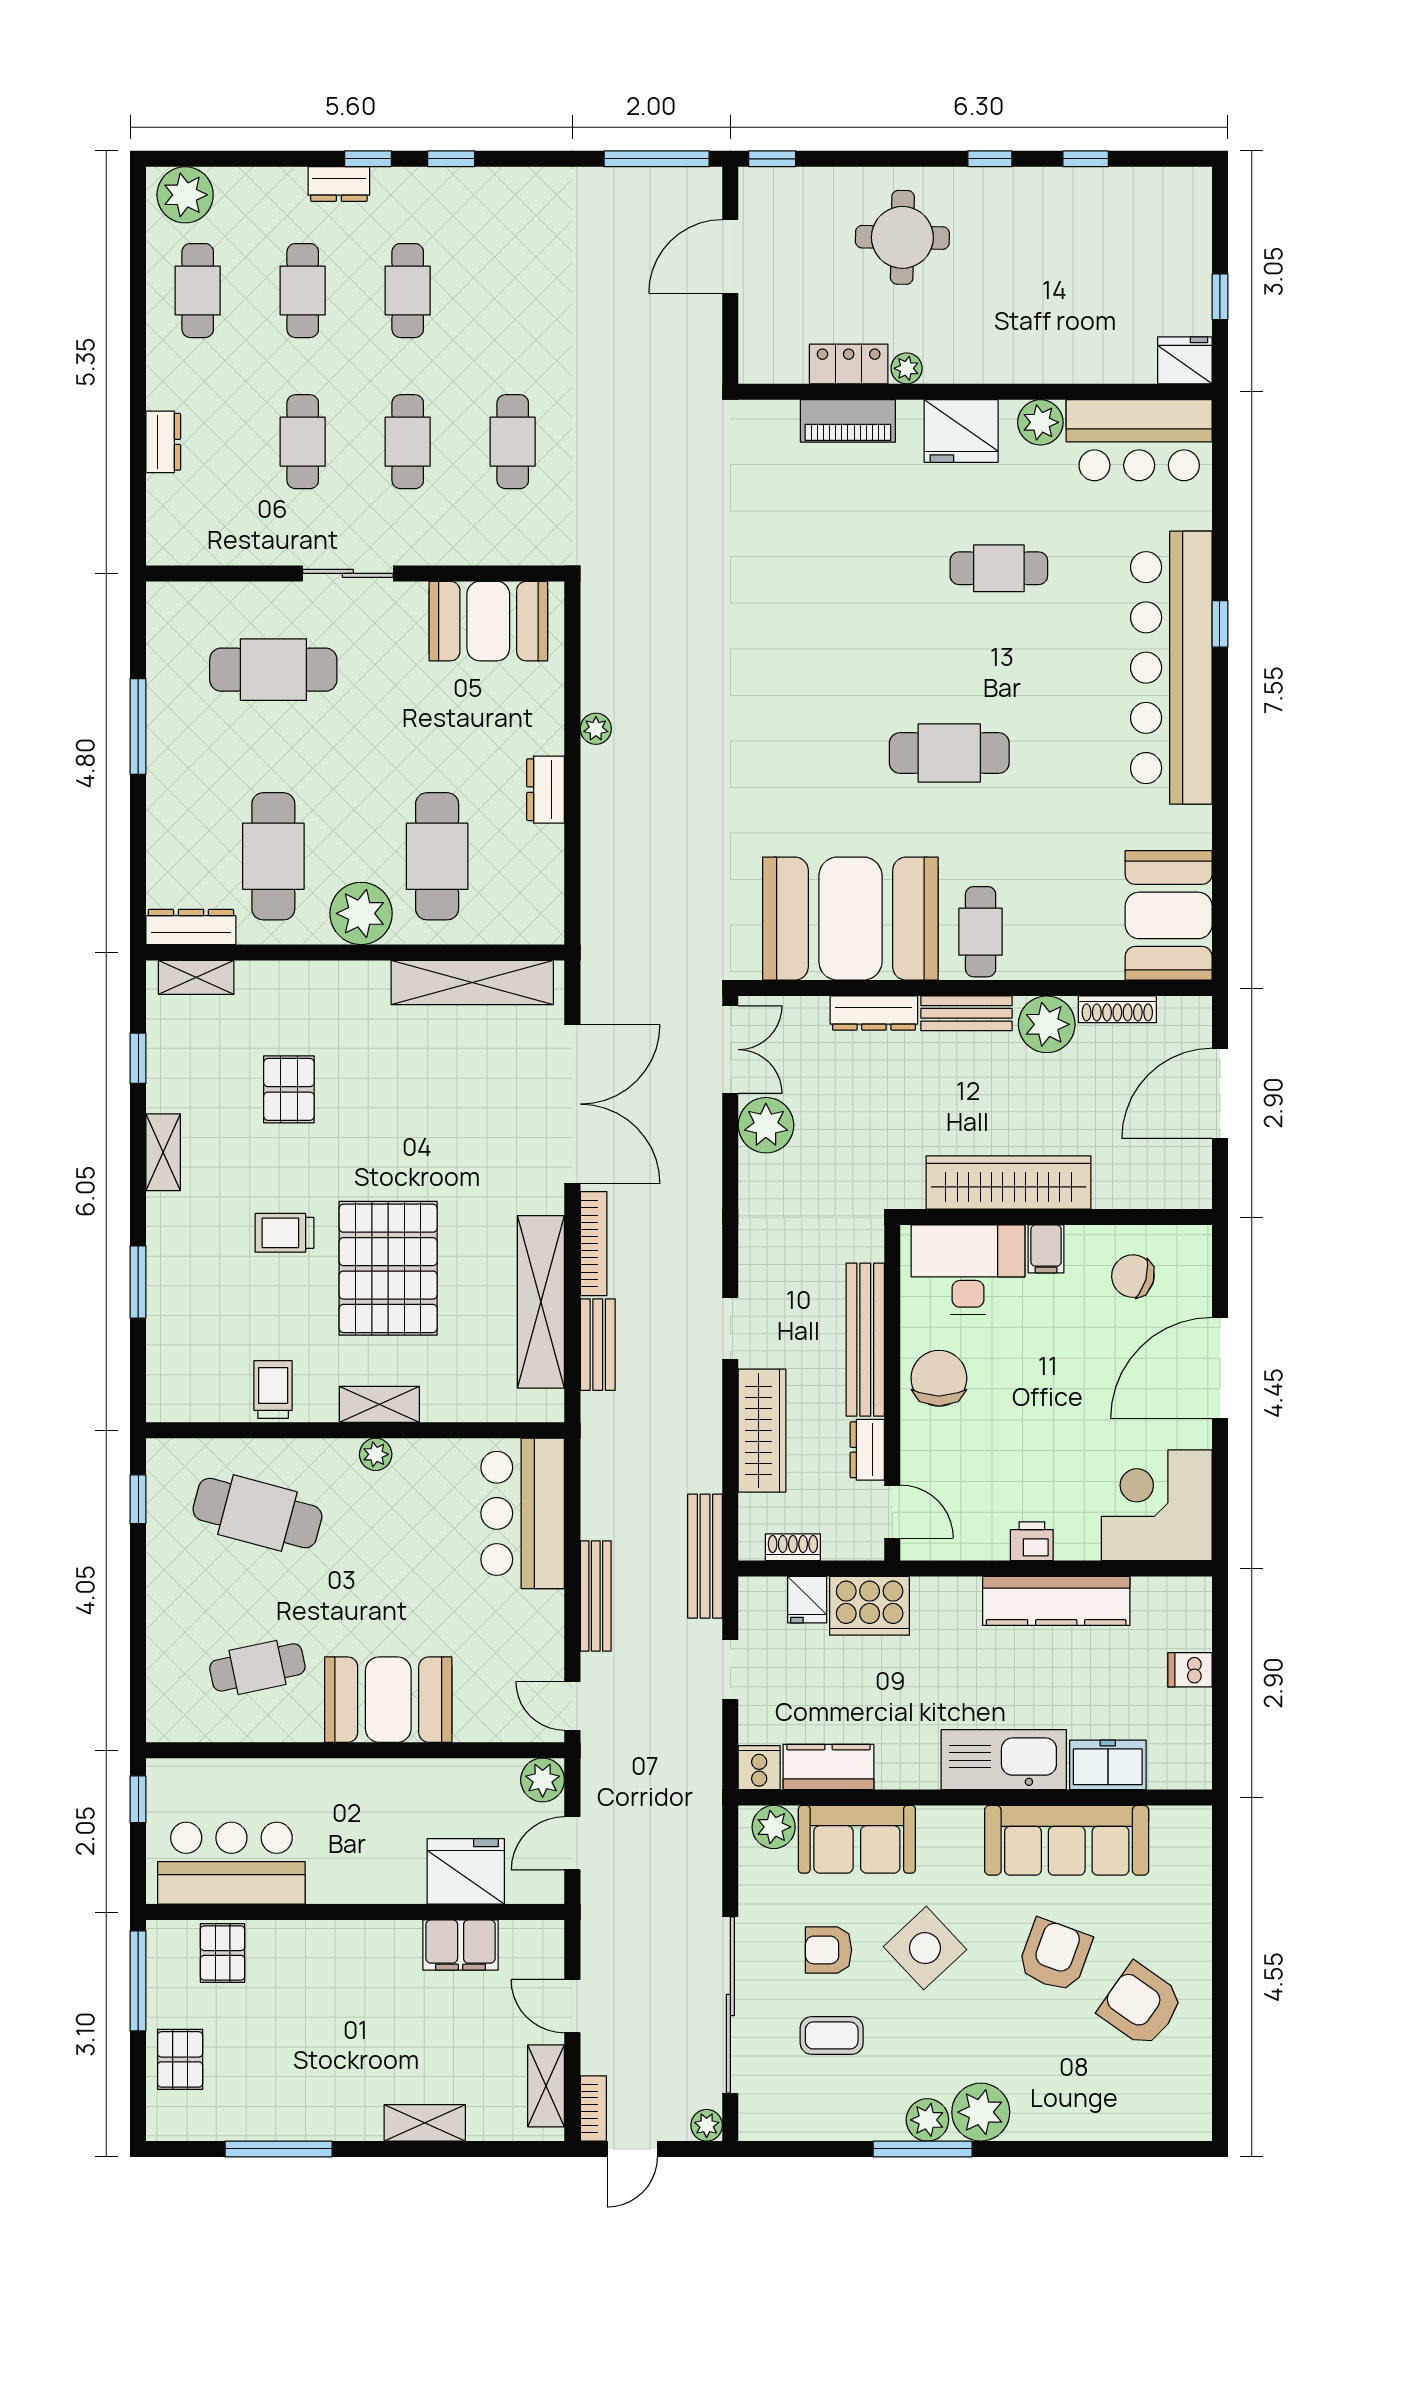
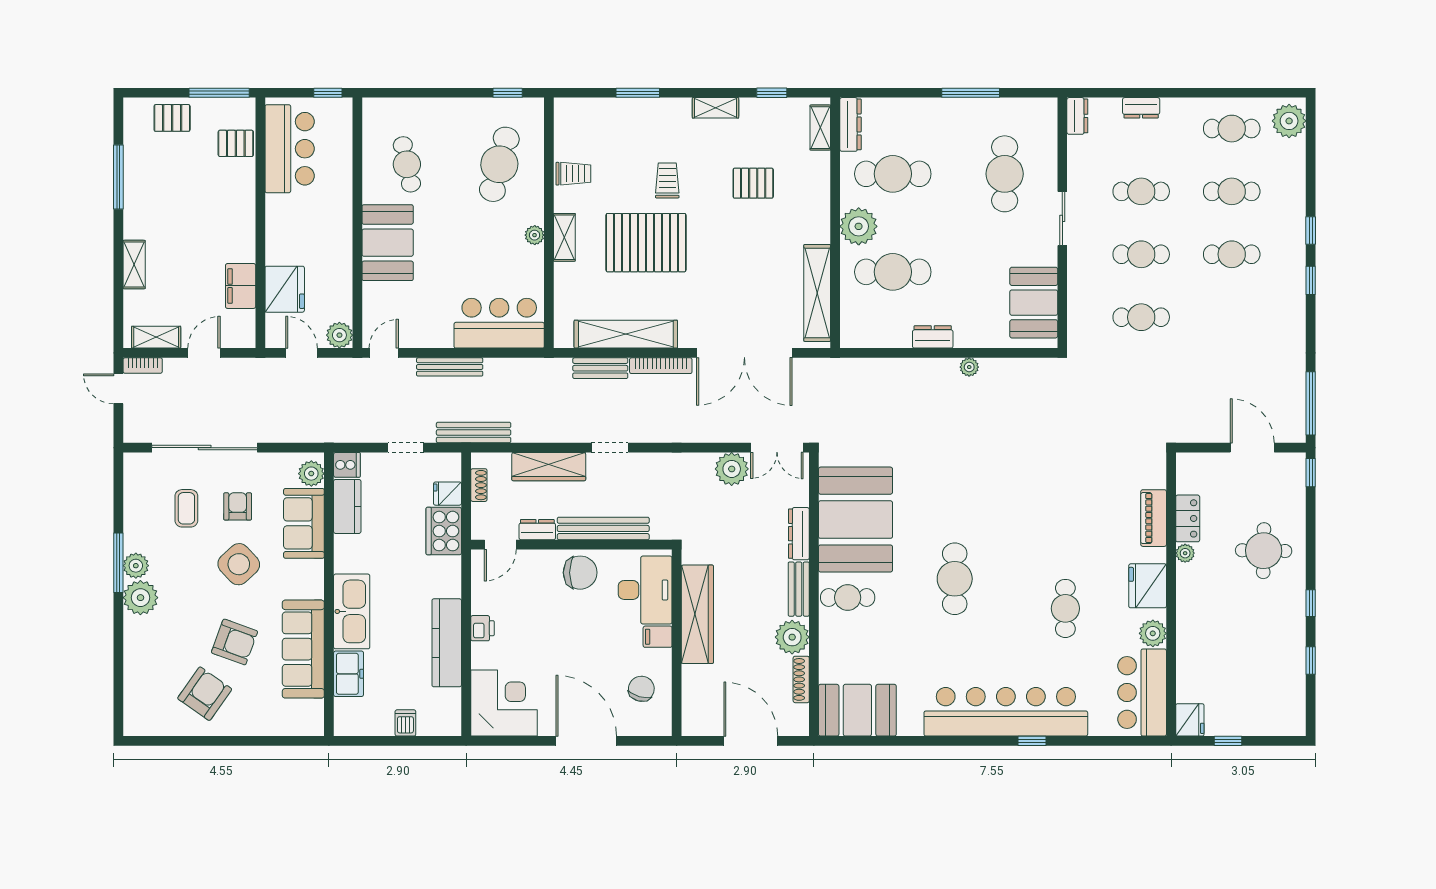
dresser: (339, 184) -> (1077, 116), moved, turned 180
plant: (707, 2125) -> (133, 433), removed

